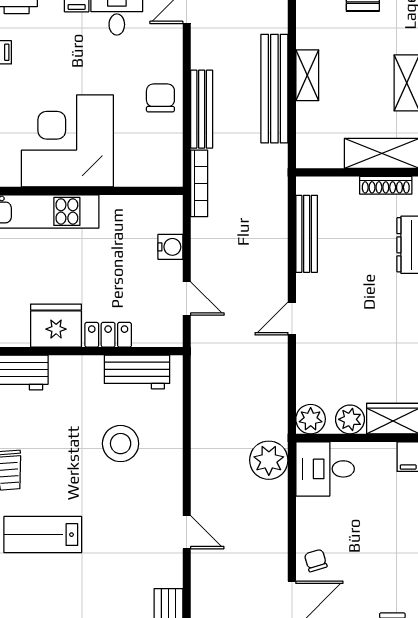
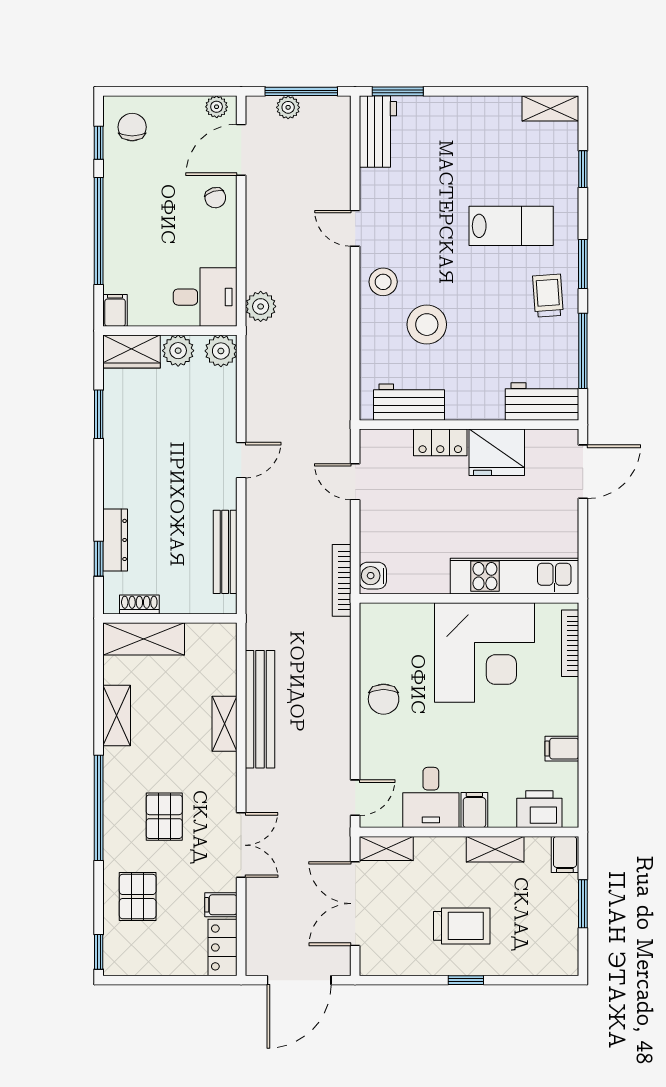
bench: (202, 109) -> (339, 687), removed
bookcase: (199, 183) -> (342, 580), moved
shoe rack: (386, 185) -> (139, 604), width x0.70
water cooler: (170, 247) -> (373, 576), moved
plant: (269, 460) -> (261, 306), width x0.73, depth x0.73
stool: (161, 483) -> (383, 282), added

